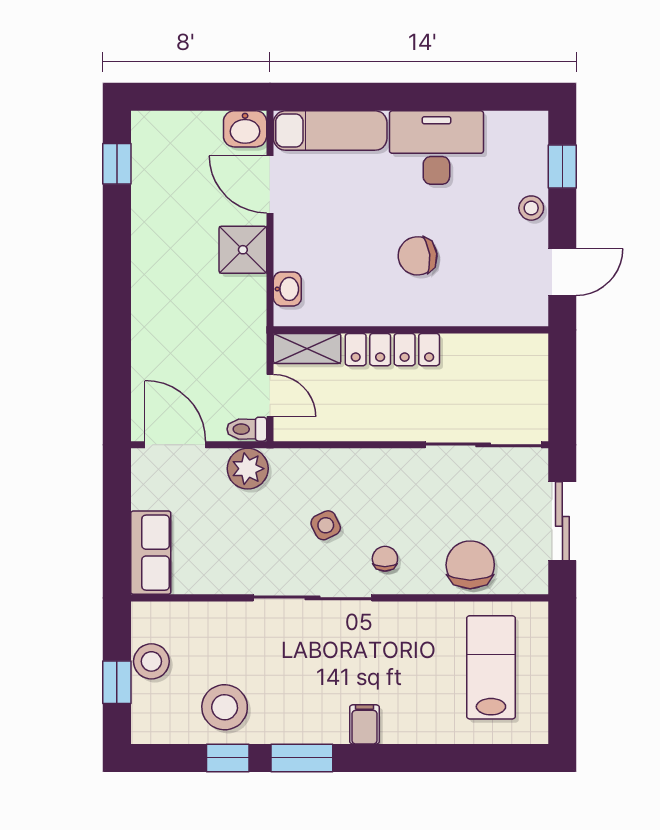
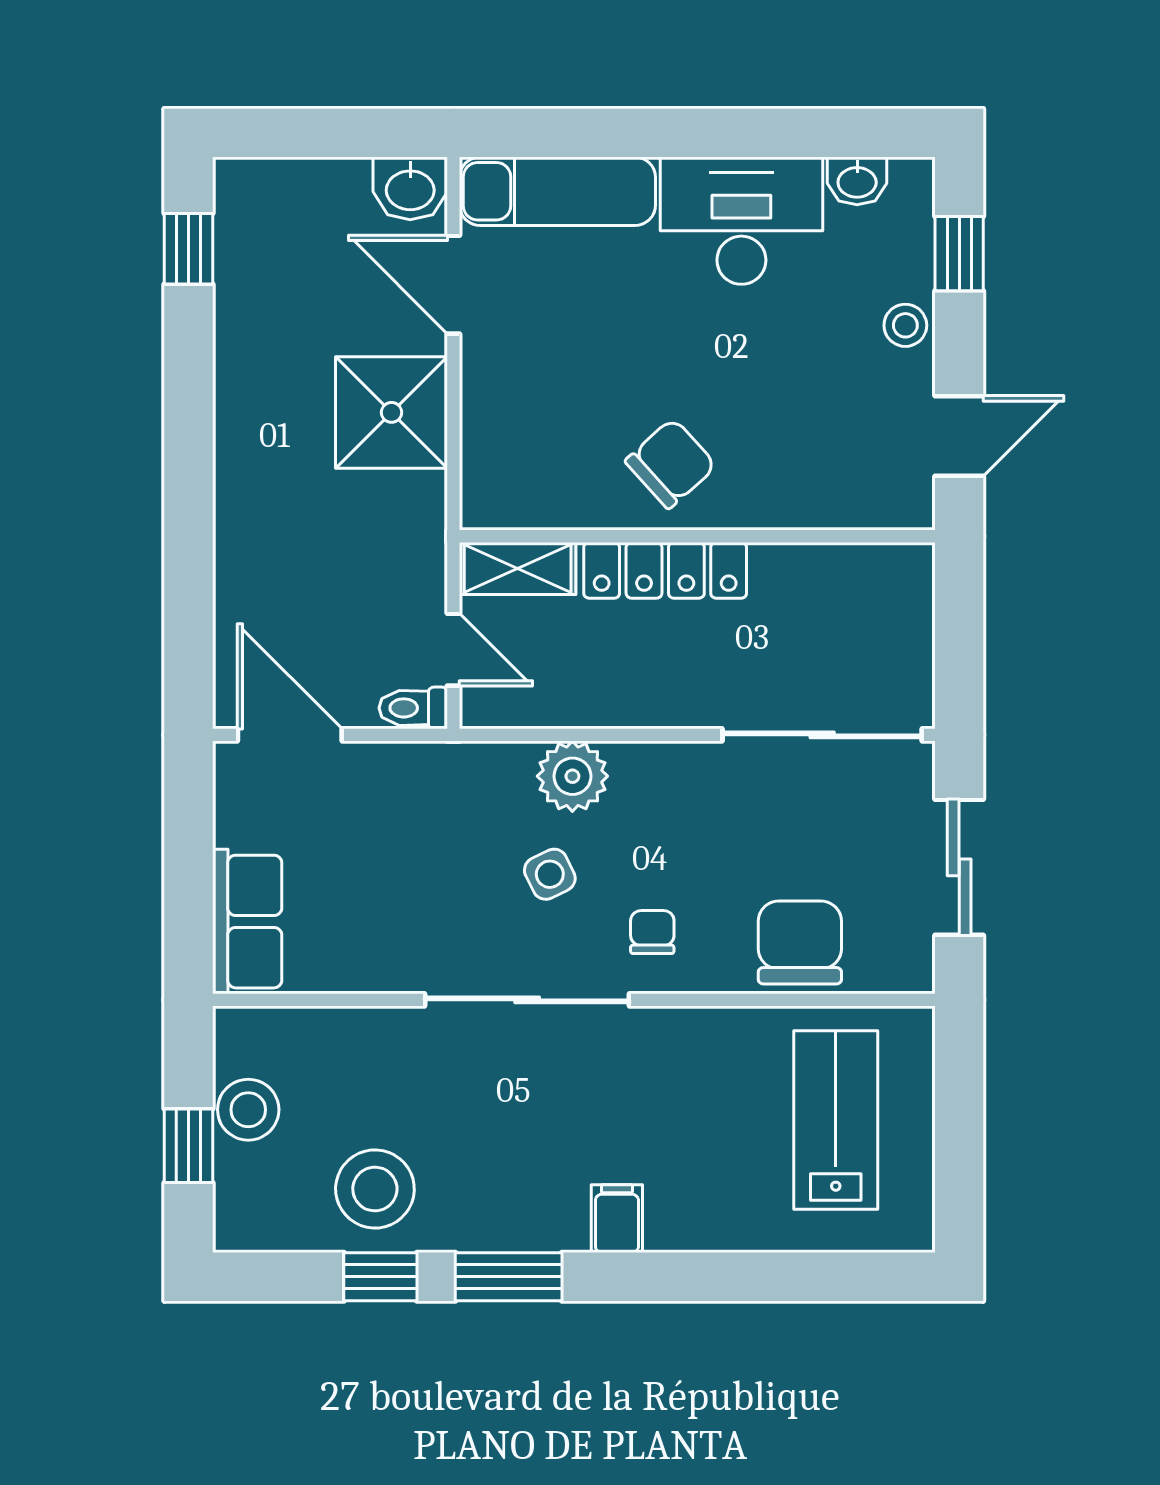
shower: (243, 250) -> (392, 412), width x1.36, depth x1.36
chair: (418, 256) -> (671, 463), moved, turned 145
washbasin: (287, 289) -> (857, 181), moved, turned 90
plant: (248, 469) -> (572, 776), moved

